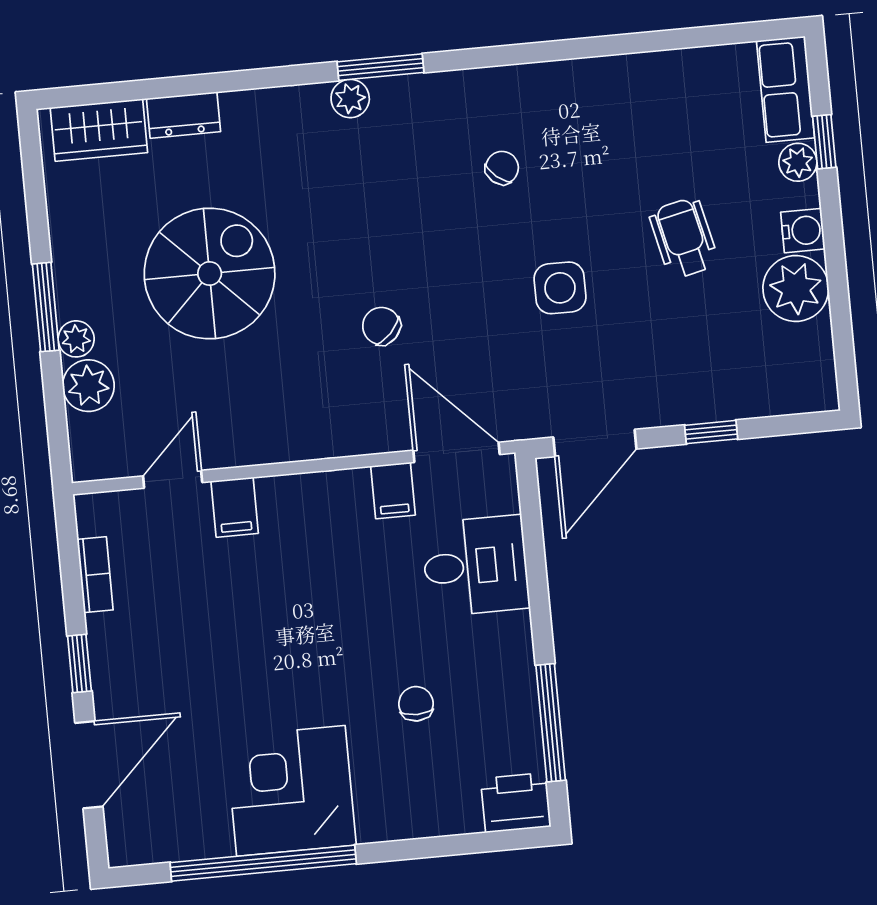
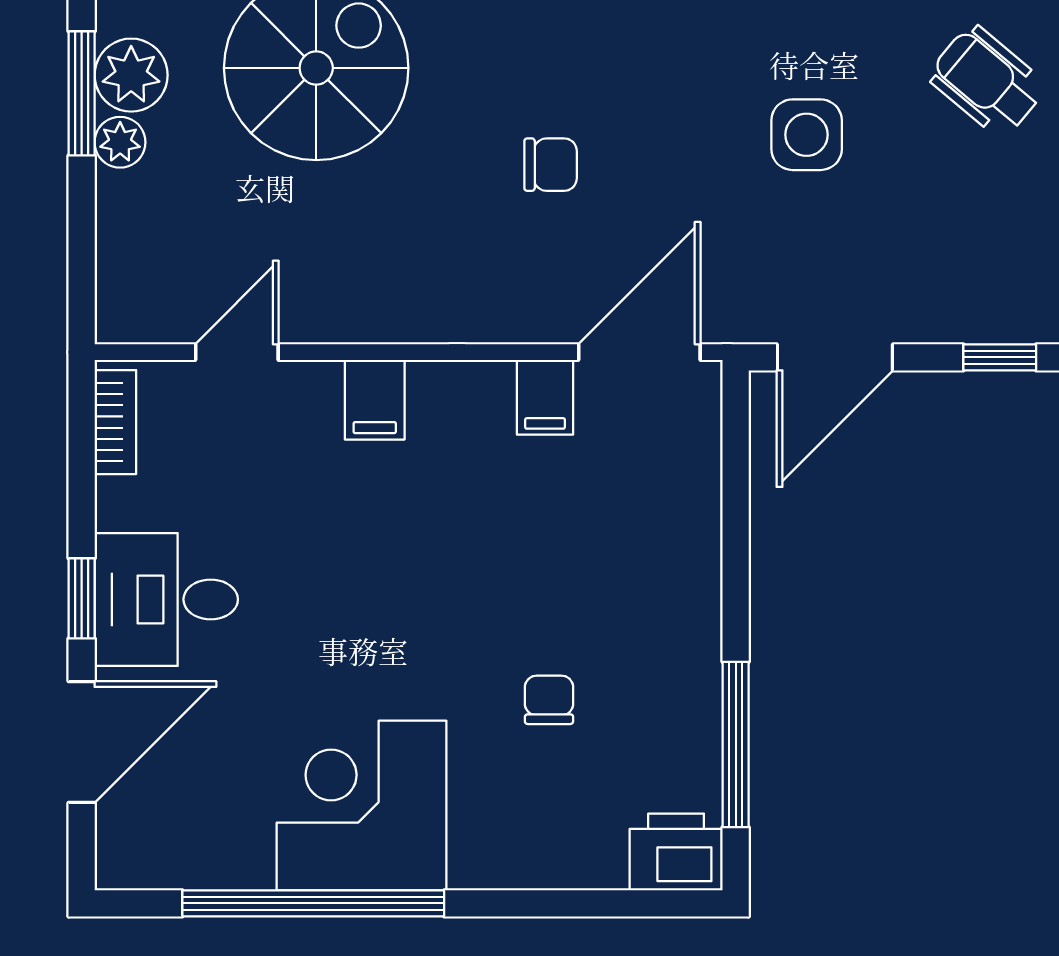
wheelchair: (684, 238) -> (987, 81), turned -37
chair: (381, 326) -> (551, 165), turned 136
plant: (88, 386) -> (131, 75), moved
door: (457, 452) -> (639, 352), hinge flipped
filing cabinet: (235, 507) -> (375, 400), moved
desk: (475, 566) -> (166, 599), moved, turned 180
bookcase: (95, 575) -> (115, 422), moved

